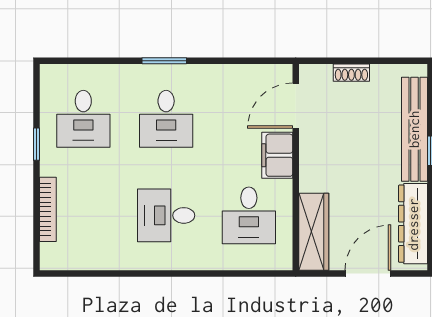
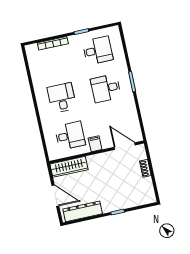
desk: (83, 119) -> (98, 50), turned 180
bench: (414, 129) -> (126, 203), removed
filing cabinet: (277, 155) -> (95, 144), width x0.50
desk: (249, 215) -> (70, 136), turned 180

